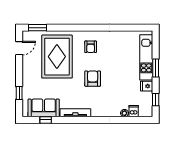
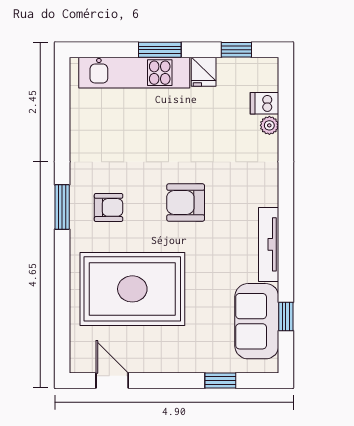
window: (37, 28) -> (62, 207), moved

